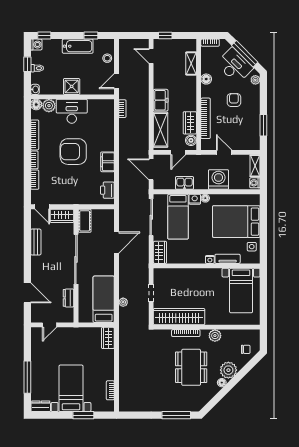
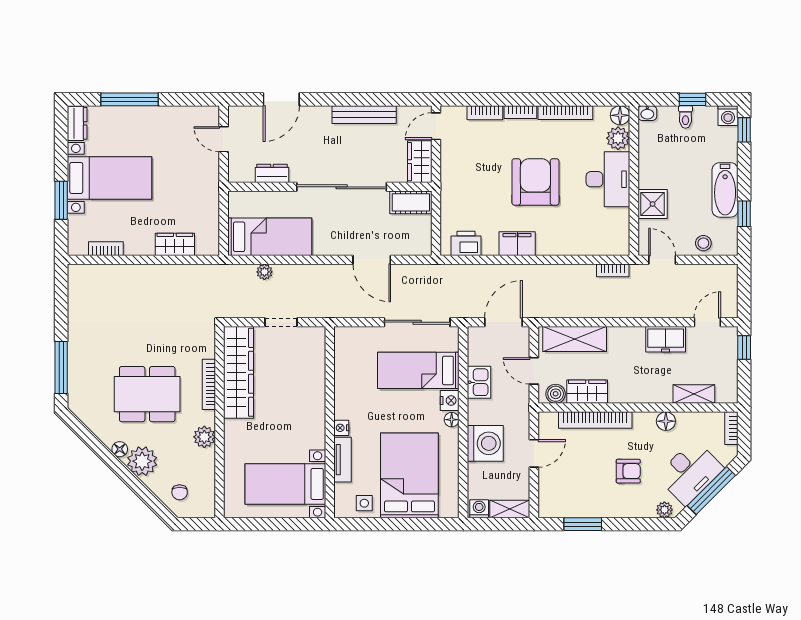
shower: (72, 86) -> (653, 204), moved
freezer: (161, 100) -> (666, 339), moved
bench: (36, 242) -> (364, 115), width x1.36
wardrobe: (160, 252) -> (354, 338), removed
wardrobe: (108, 338) -> (175, 244), moved

